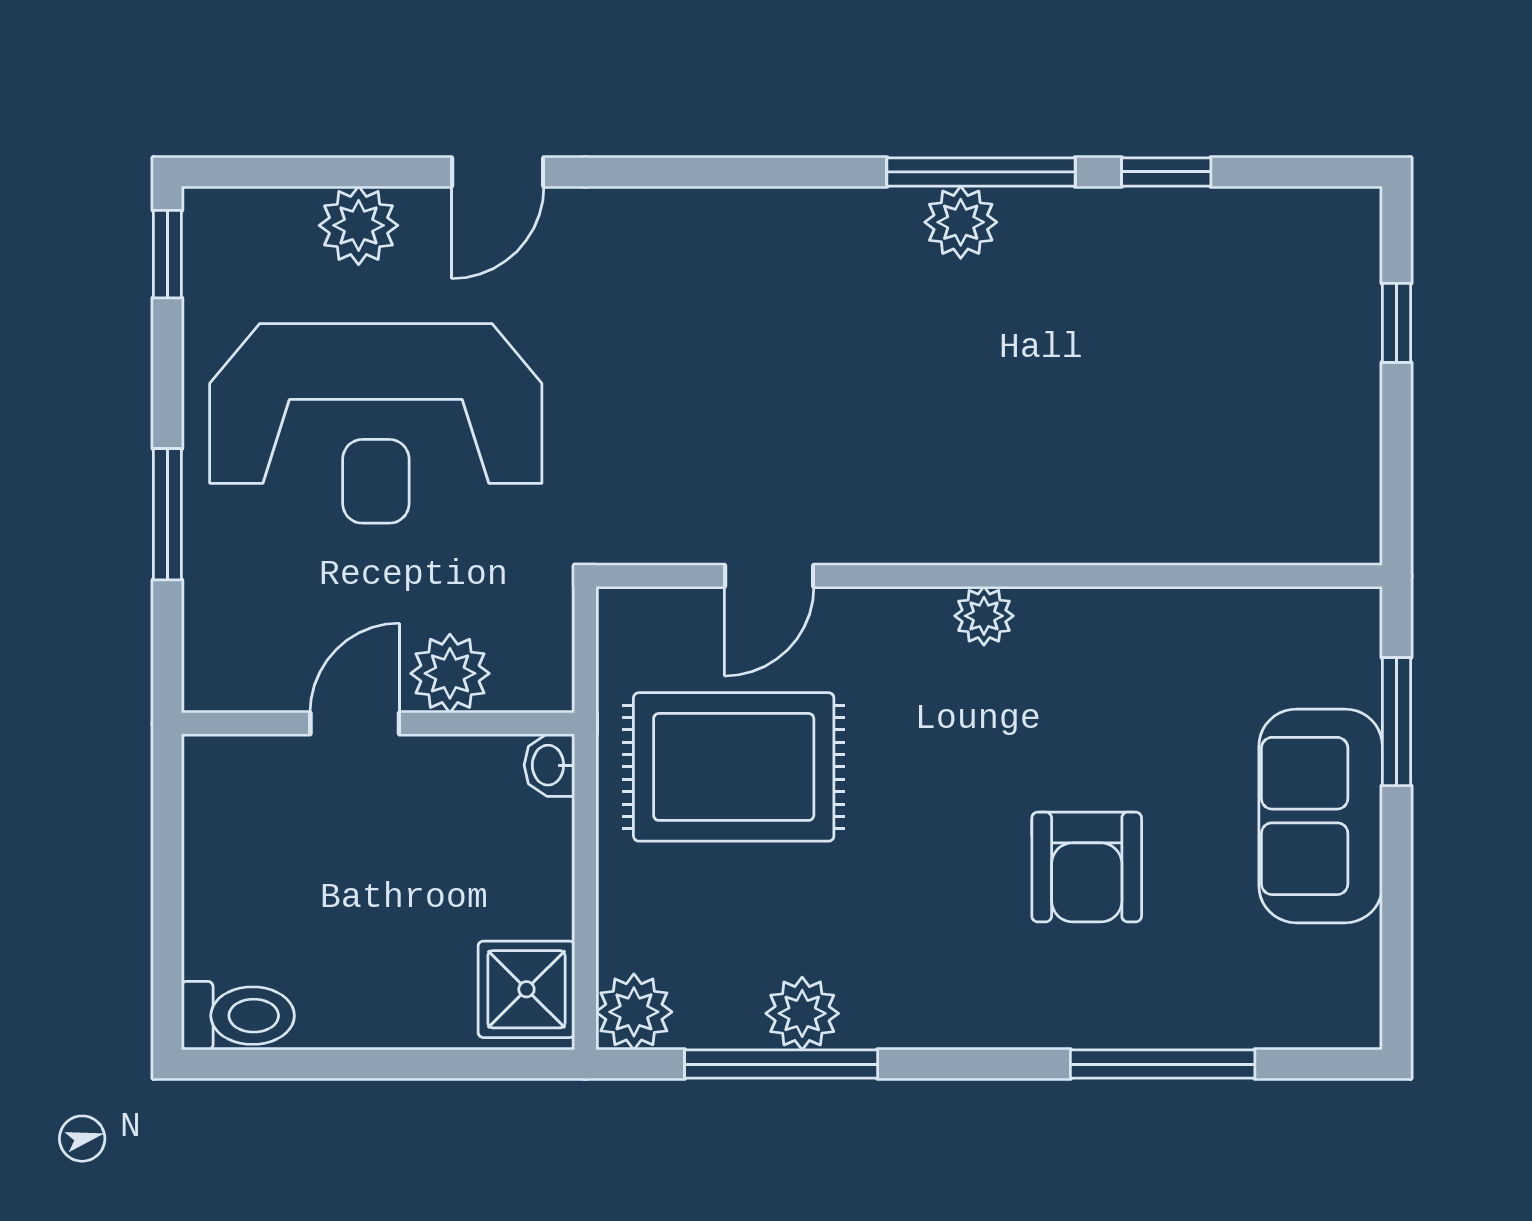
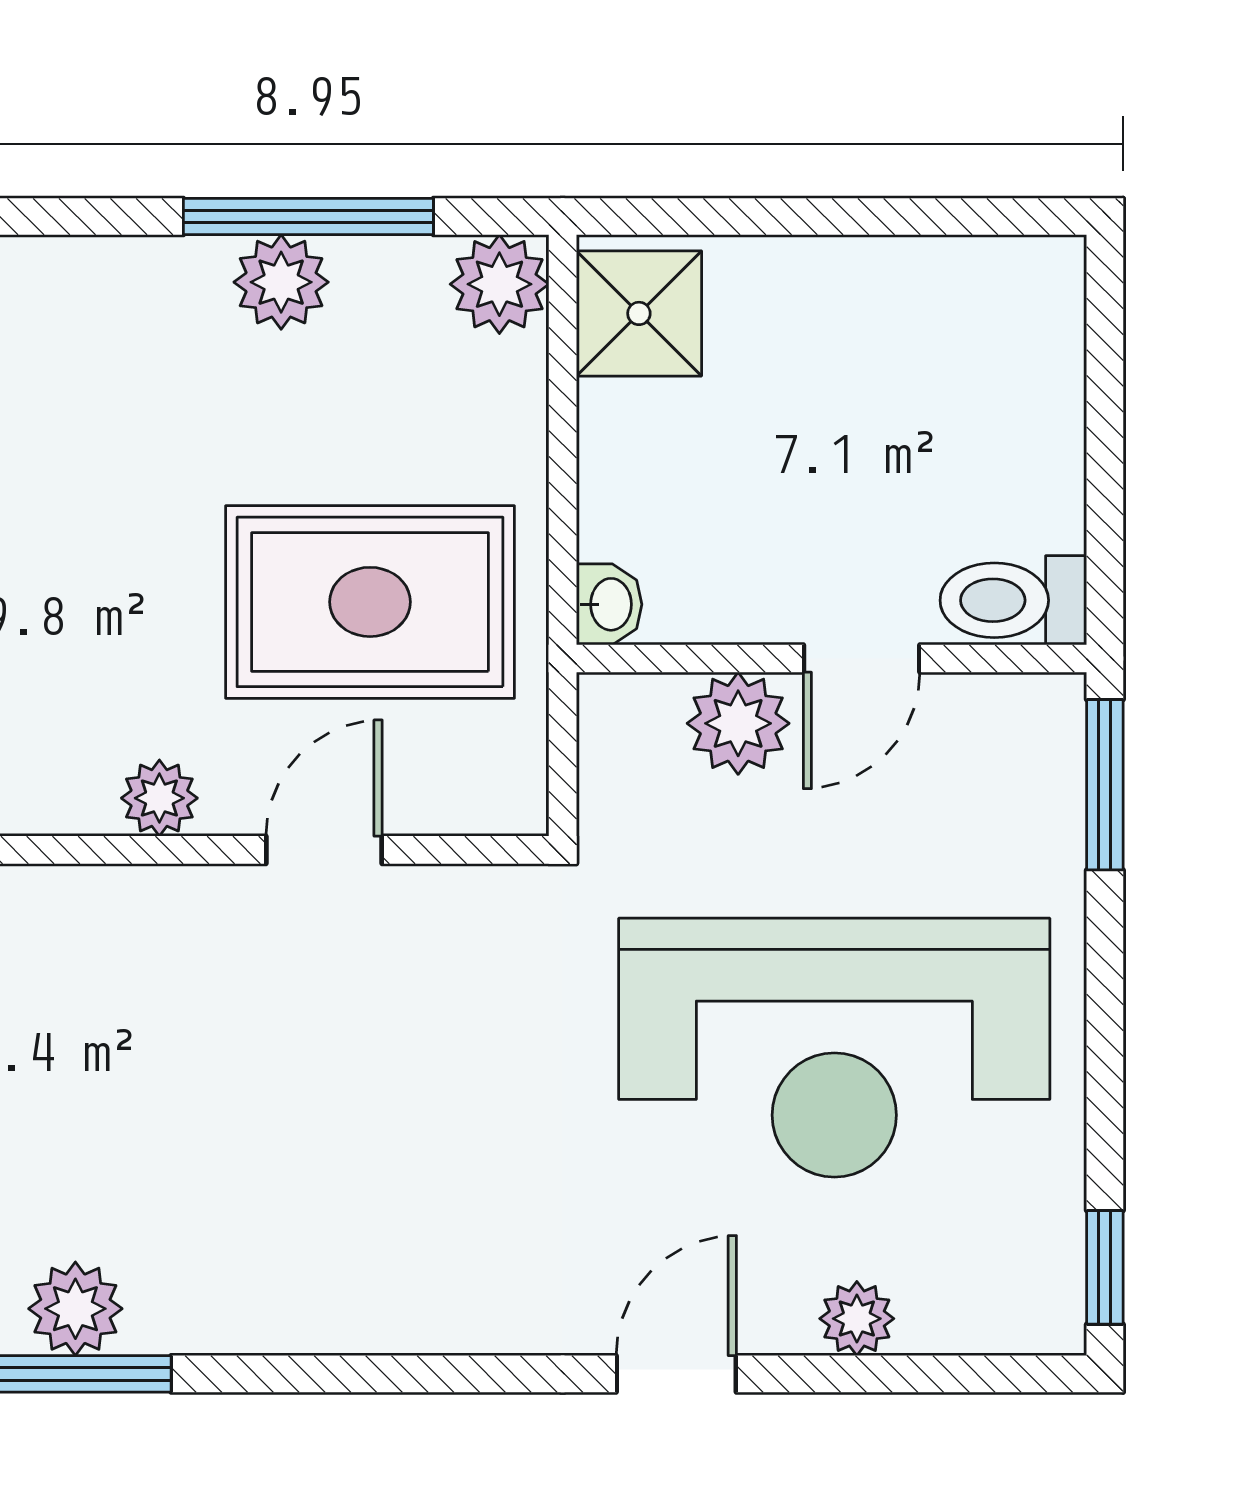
plant: (359, 225) -> (857, 1319), width x0.73, depth x0.73
reception desk: (376, 423) -> (834, 1048), turned 180
window: (167, 514) -> (1105, 785), moved
plant: (984, 616) -> (159, 798), moved
toilet: (238, 1016) -> (1013, 600), moved

